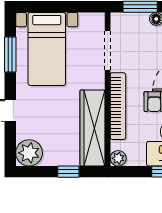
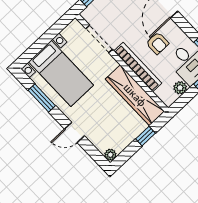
plant: (29, 153) -> (110, 155), width x0.53, depth x0.53
plant: (118, 158) -> (180, 88), moved

